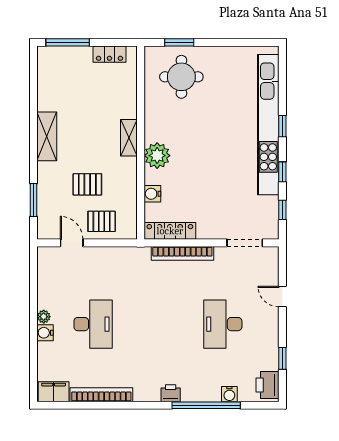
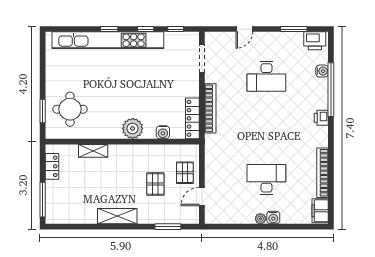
shelving: (129, 138) -> (93, 151), moved
window: (282, 358) -> (294, 29), width x1.50

